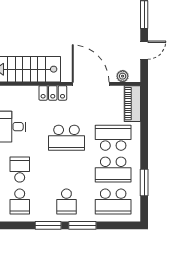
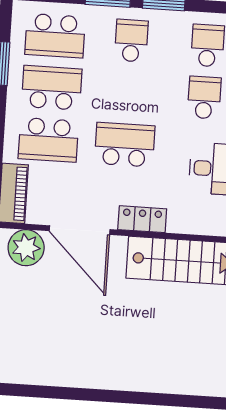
plant: (123, 76) -> (26, 248), width x1.88, depth x1.88
school desk: (20, 170) -> (204, 98), turned 180
school desk: (113, 202) -> (55, 36), turned 180

